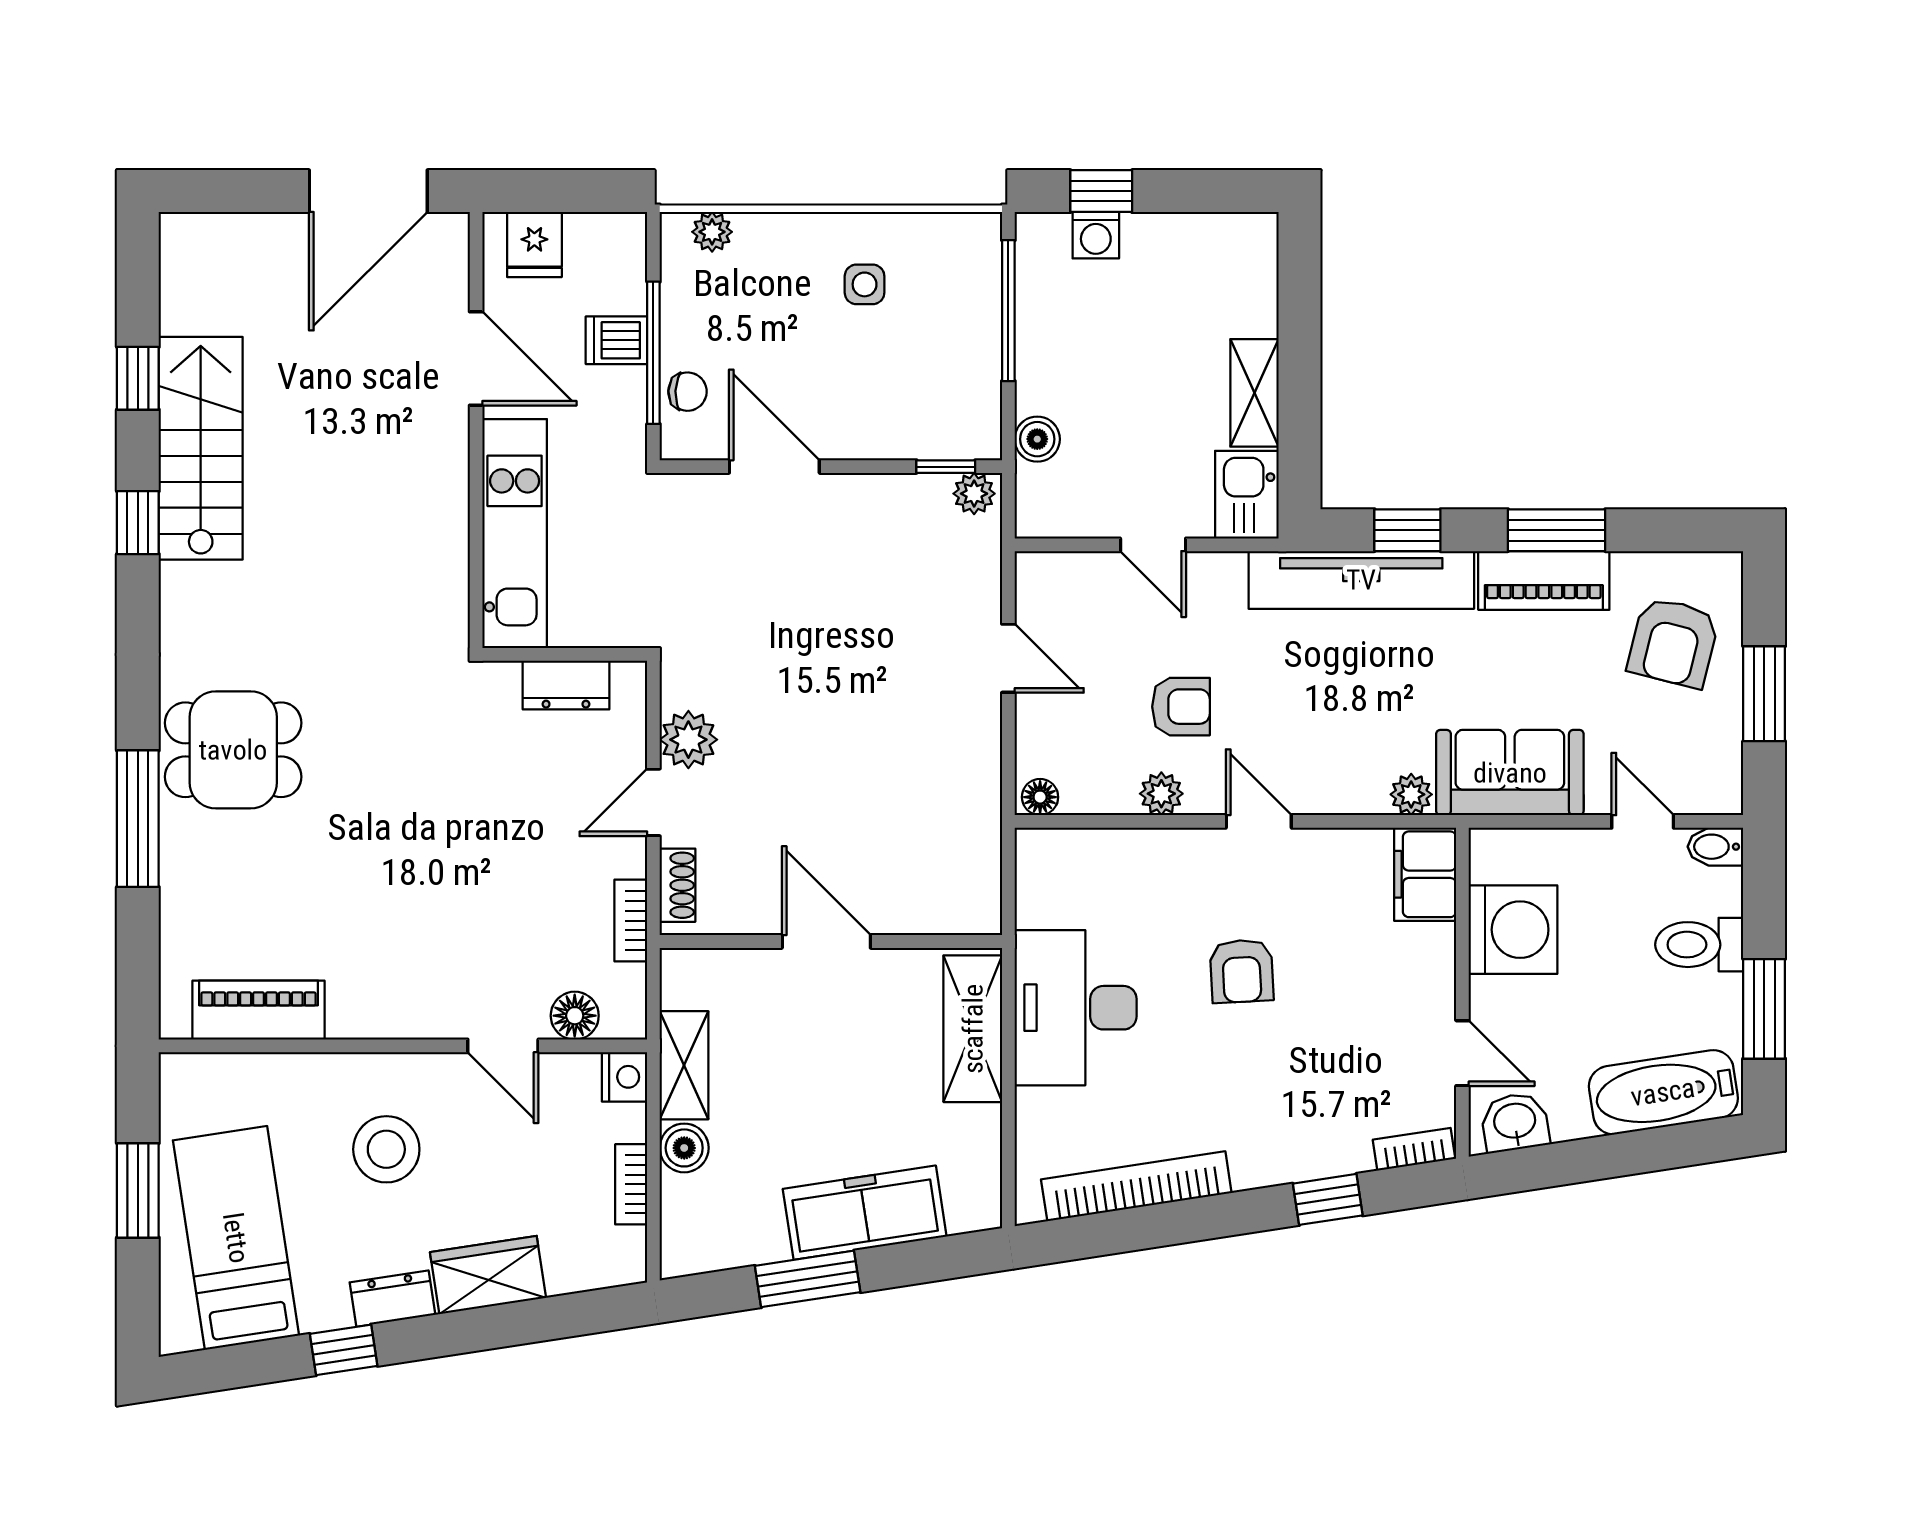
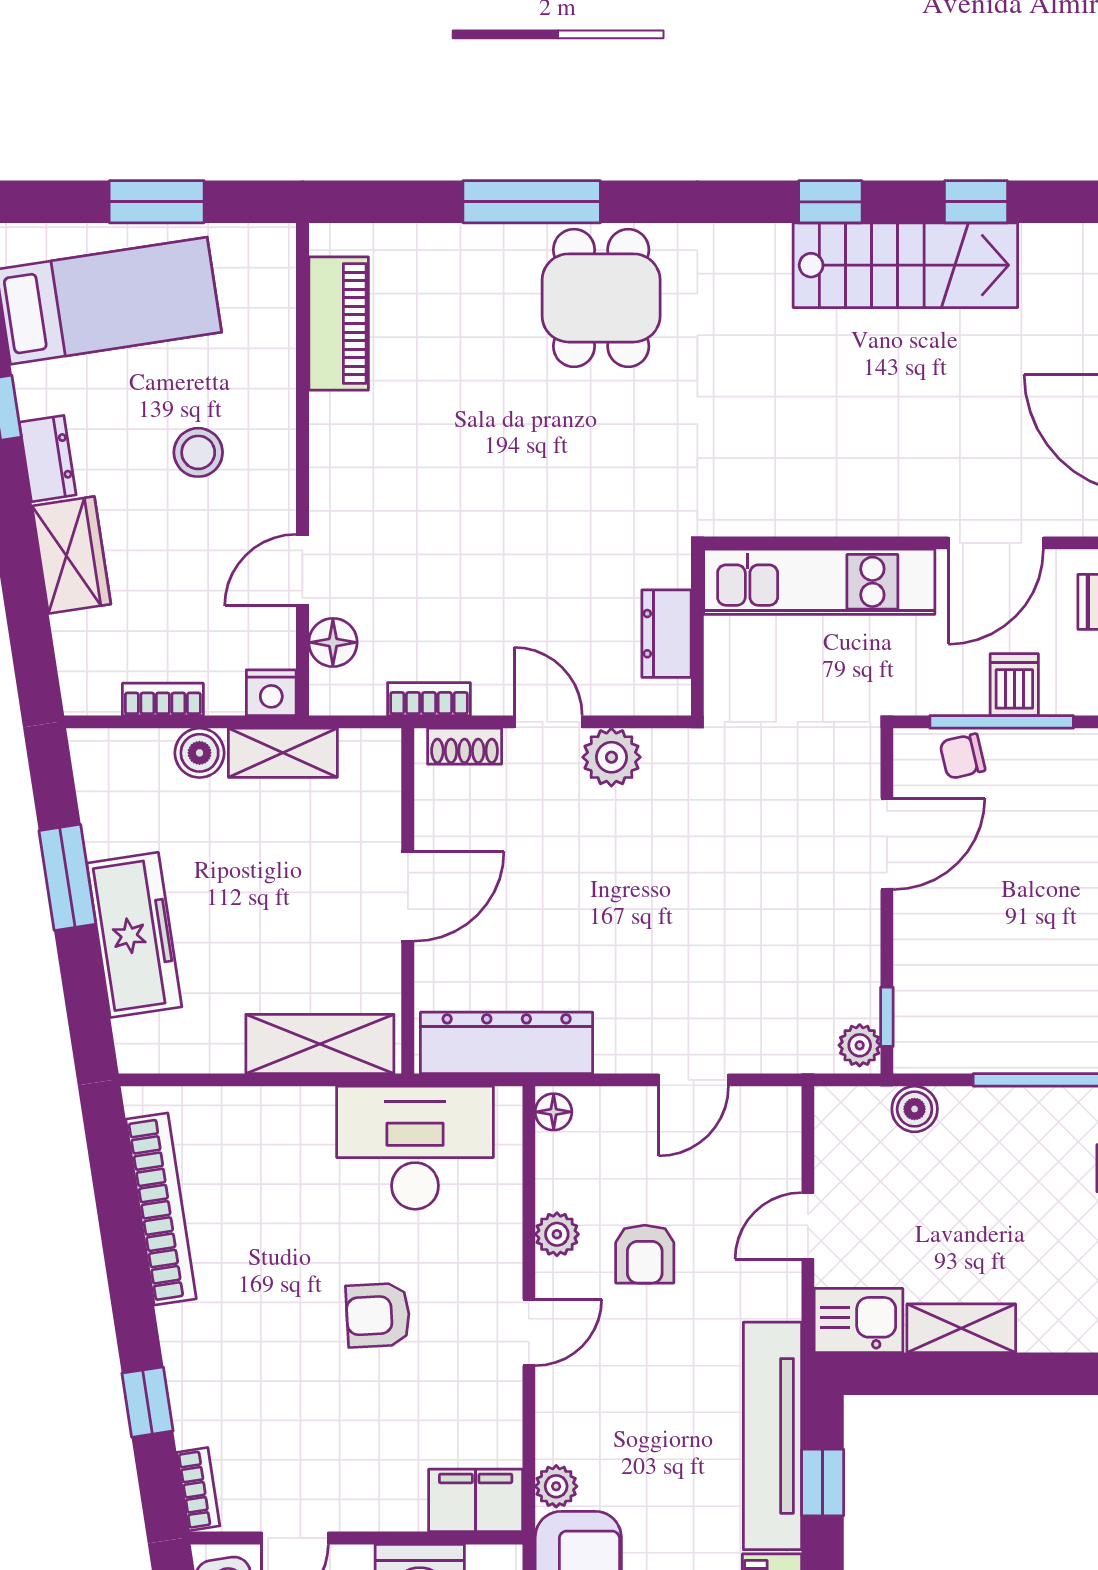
side table: (865, 284) -> (1071, 935), removed
chair: (688, 392) -> (962, 756), turned 75
dresser: (972, 844) -> (507, 1043), added
desk: (1076, 1008) -> (415, 1148), moved
stool: (386, 1149) -> (198, 452), width x0.73, depth x0.73

